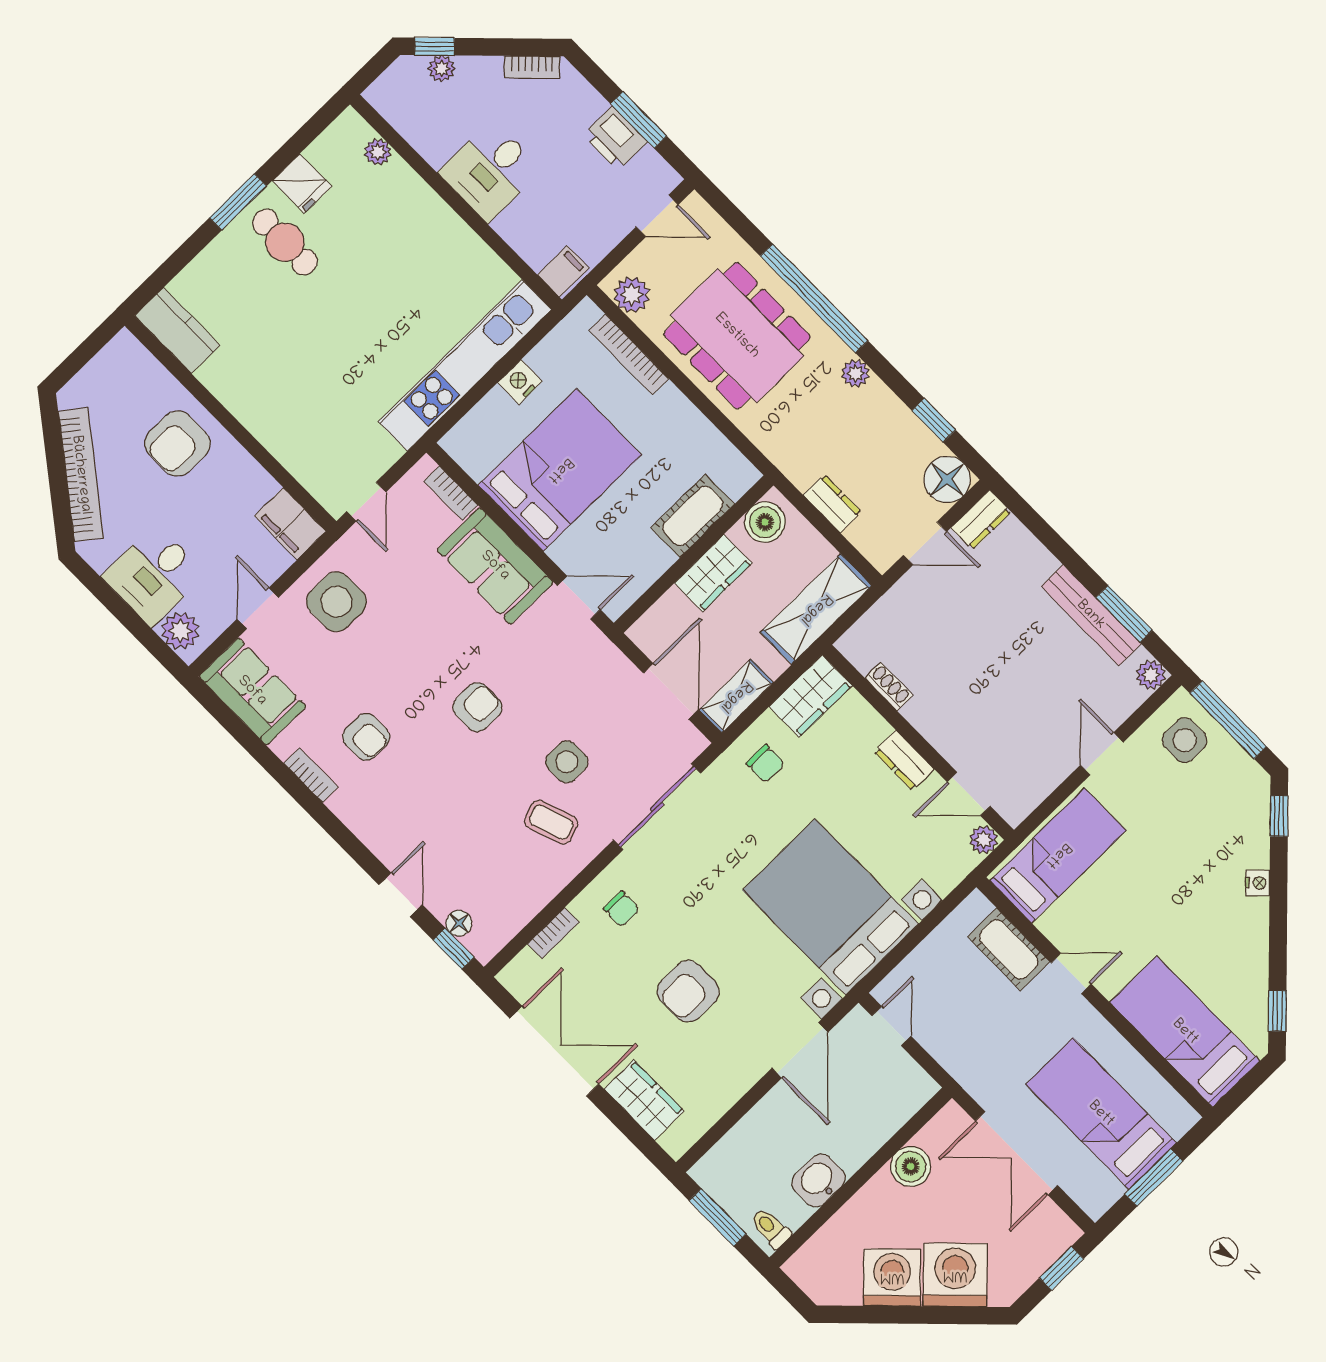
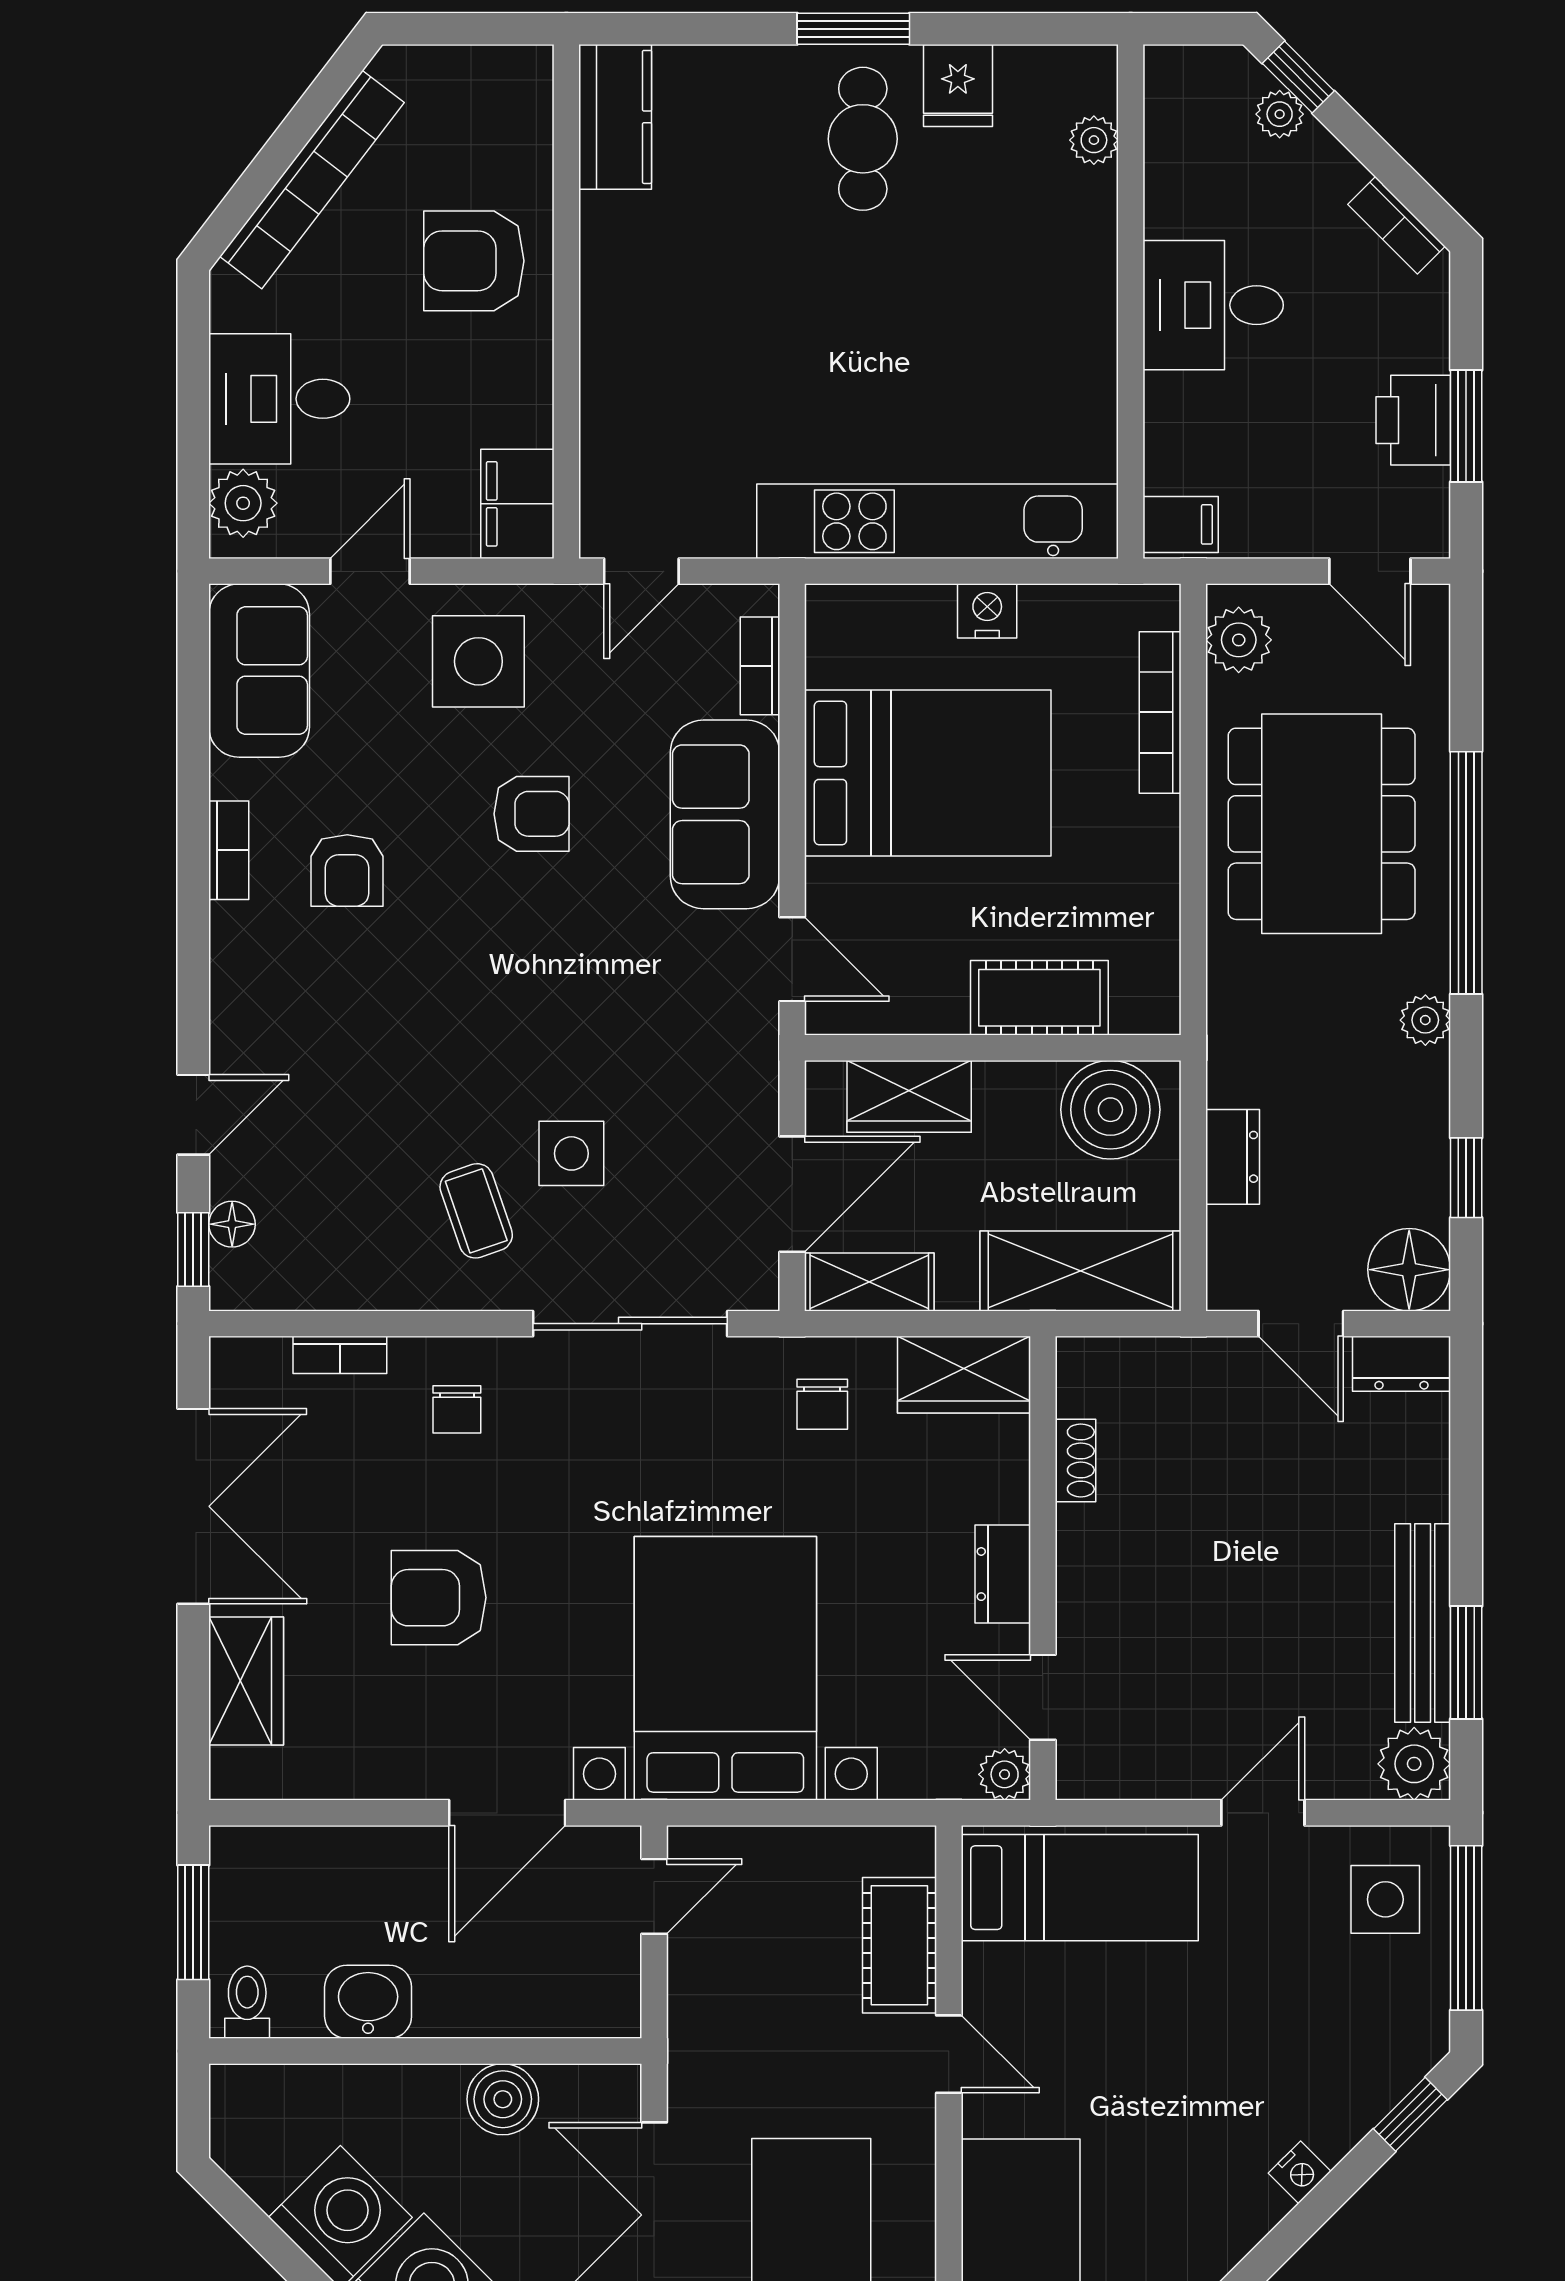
boiler: (765, 522) -> (1110, 1110), width x1.37, depth x1.37
wardrobe: (713, 573) -> (909, 1096), moved
plant: (1151, 675) -> (1414, 1764), width x1.38, depth x1.38
armchair: (477, 707) -> (531, 814), moved

